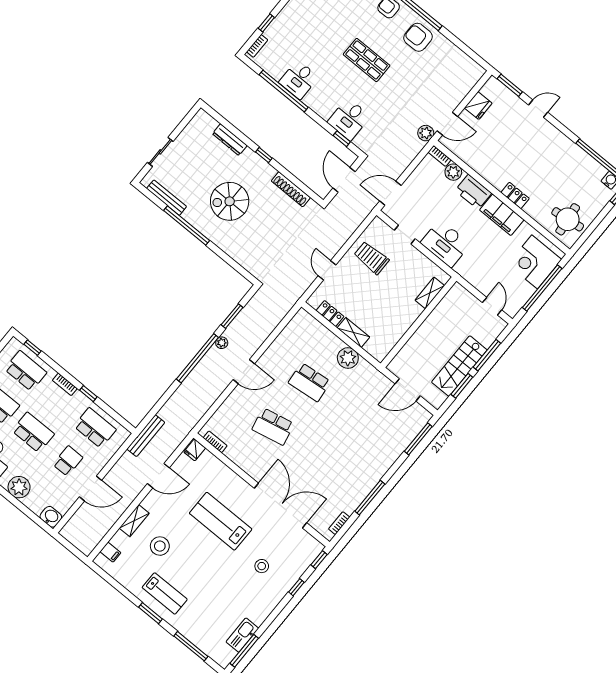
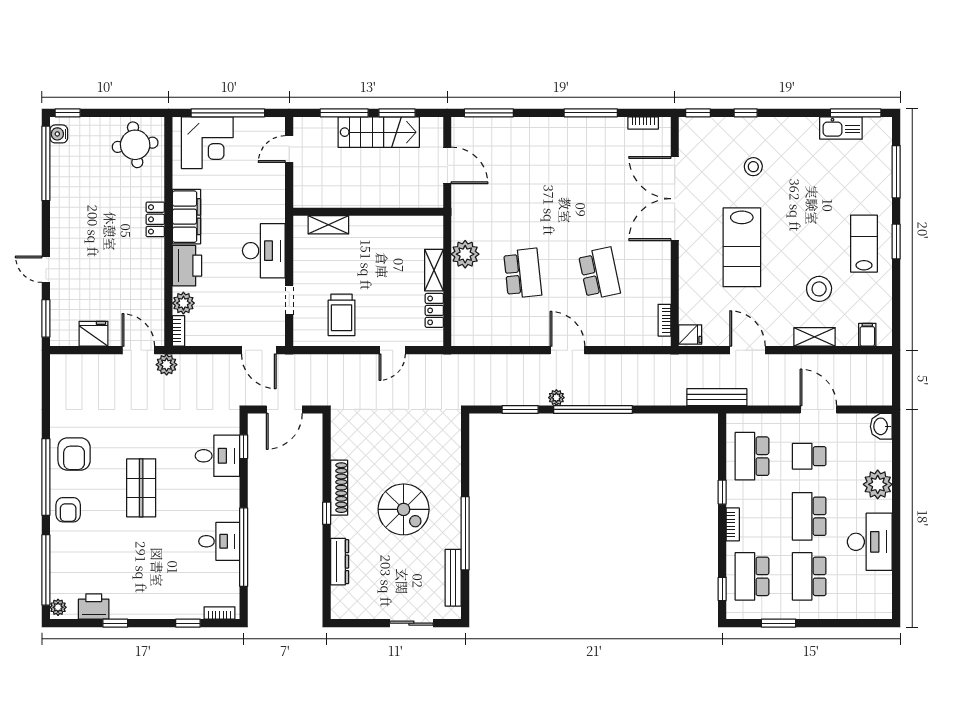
shoe rack: (291, 189) -> (339, 488), moved

